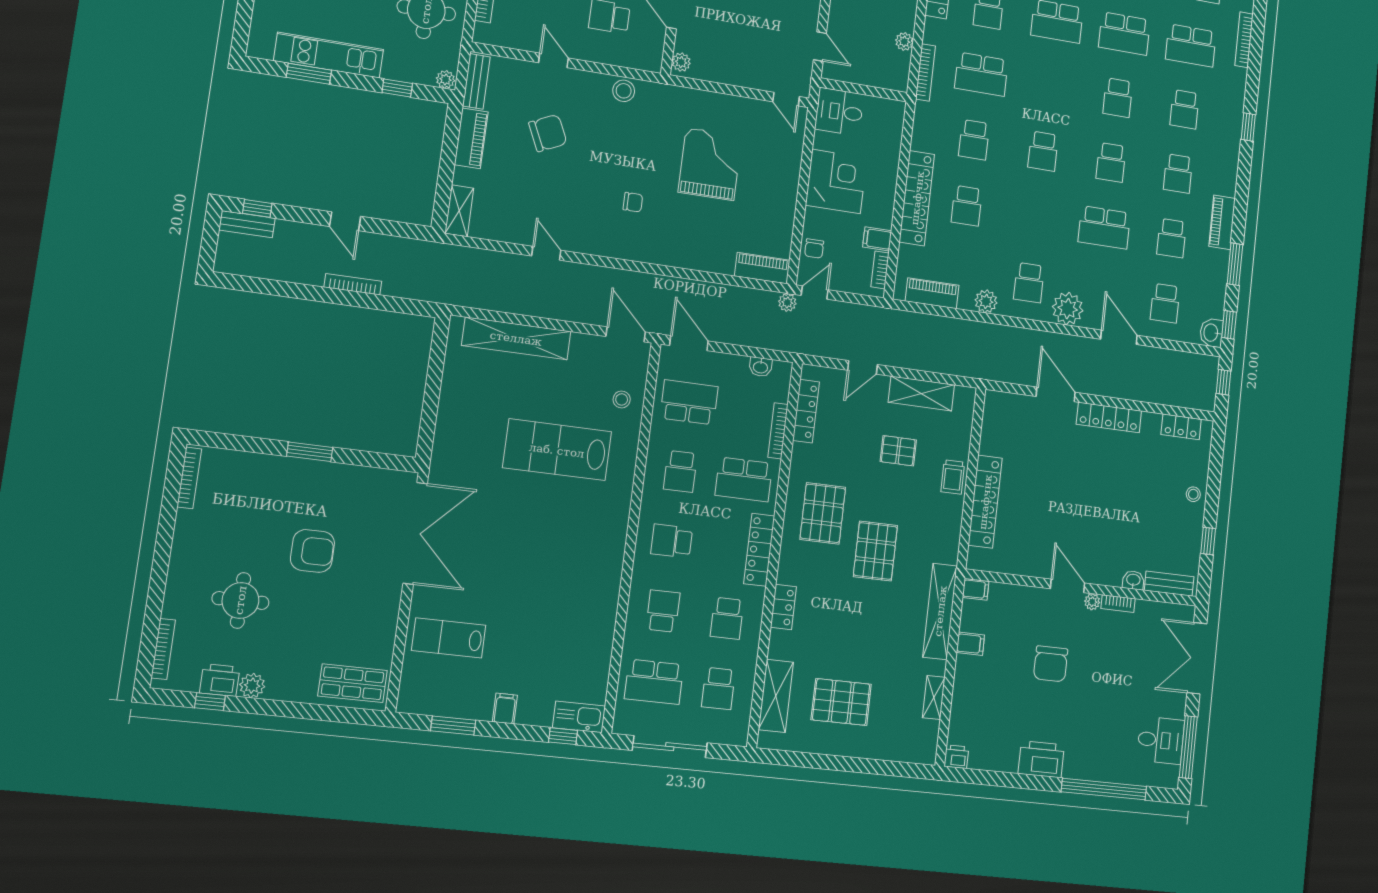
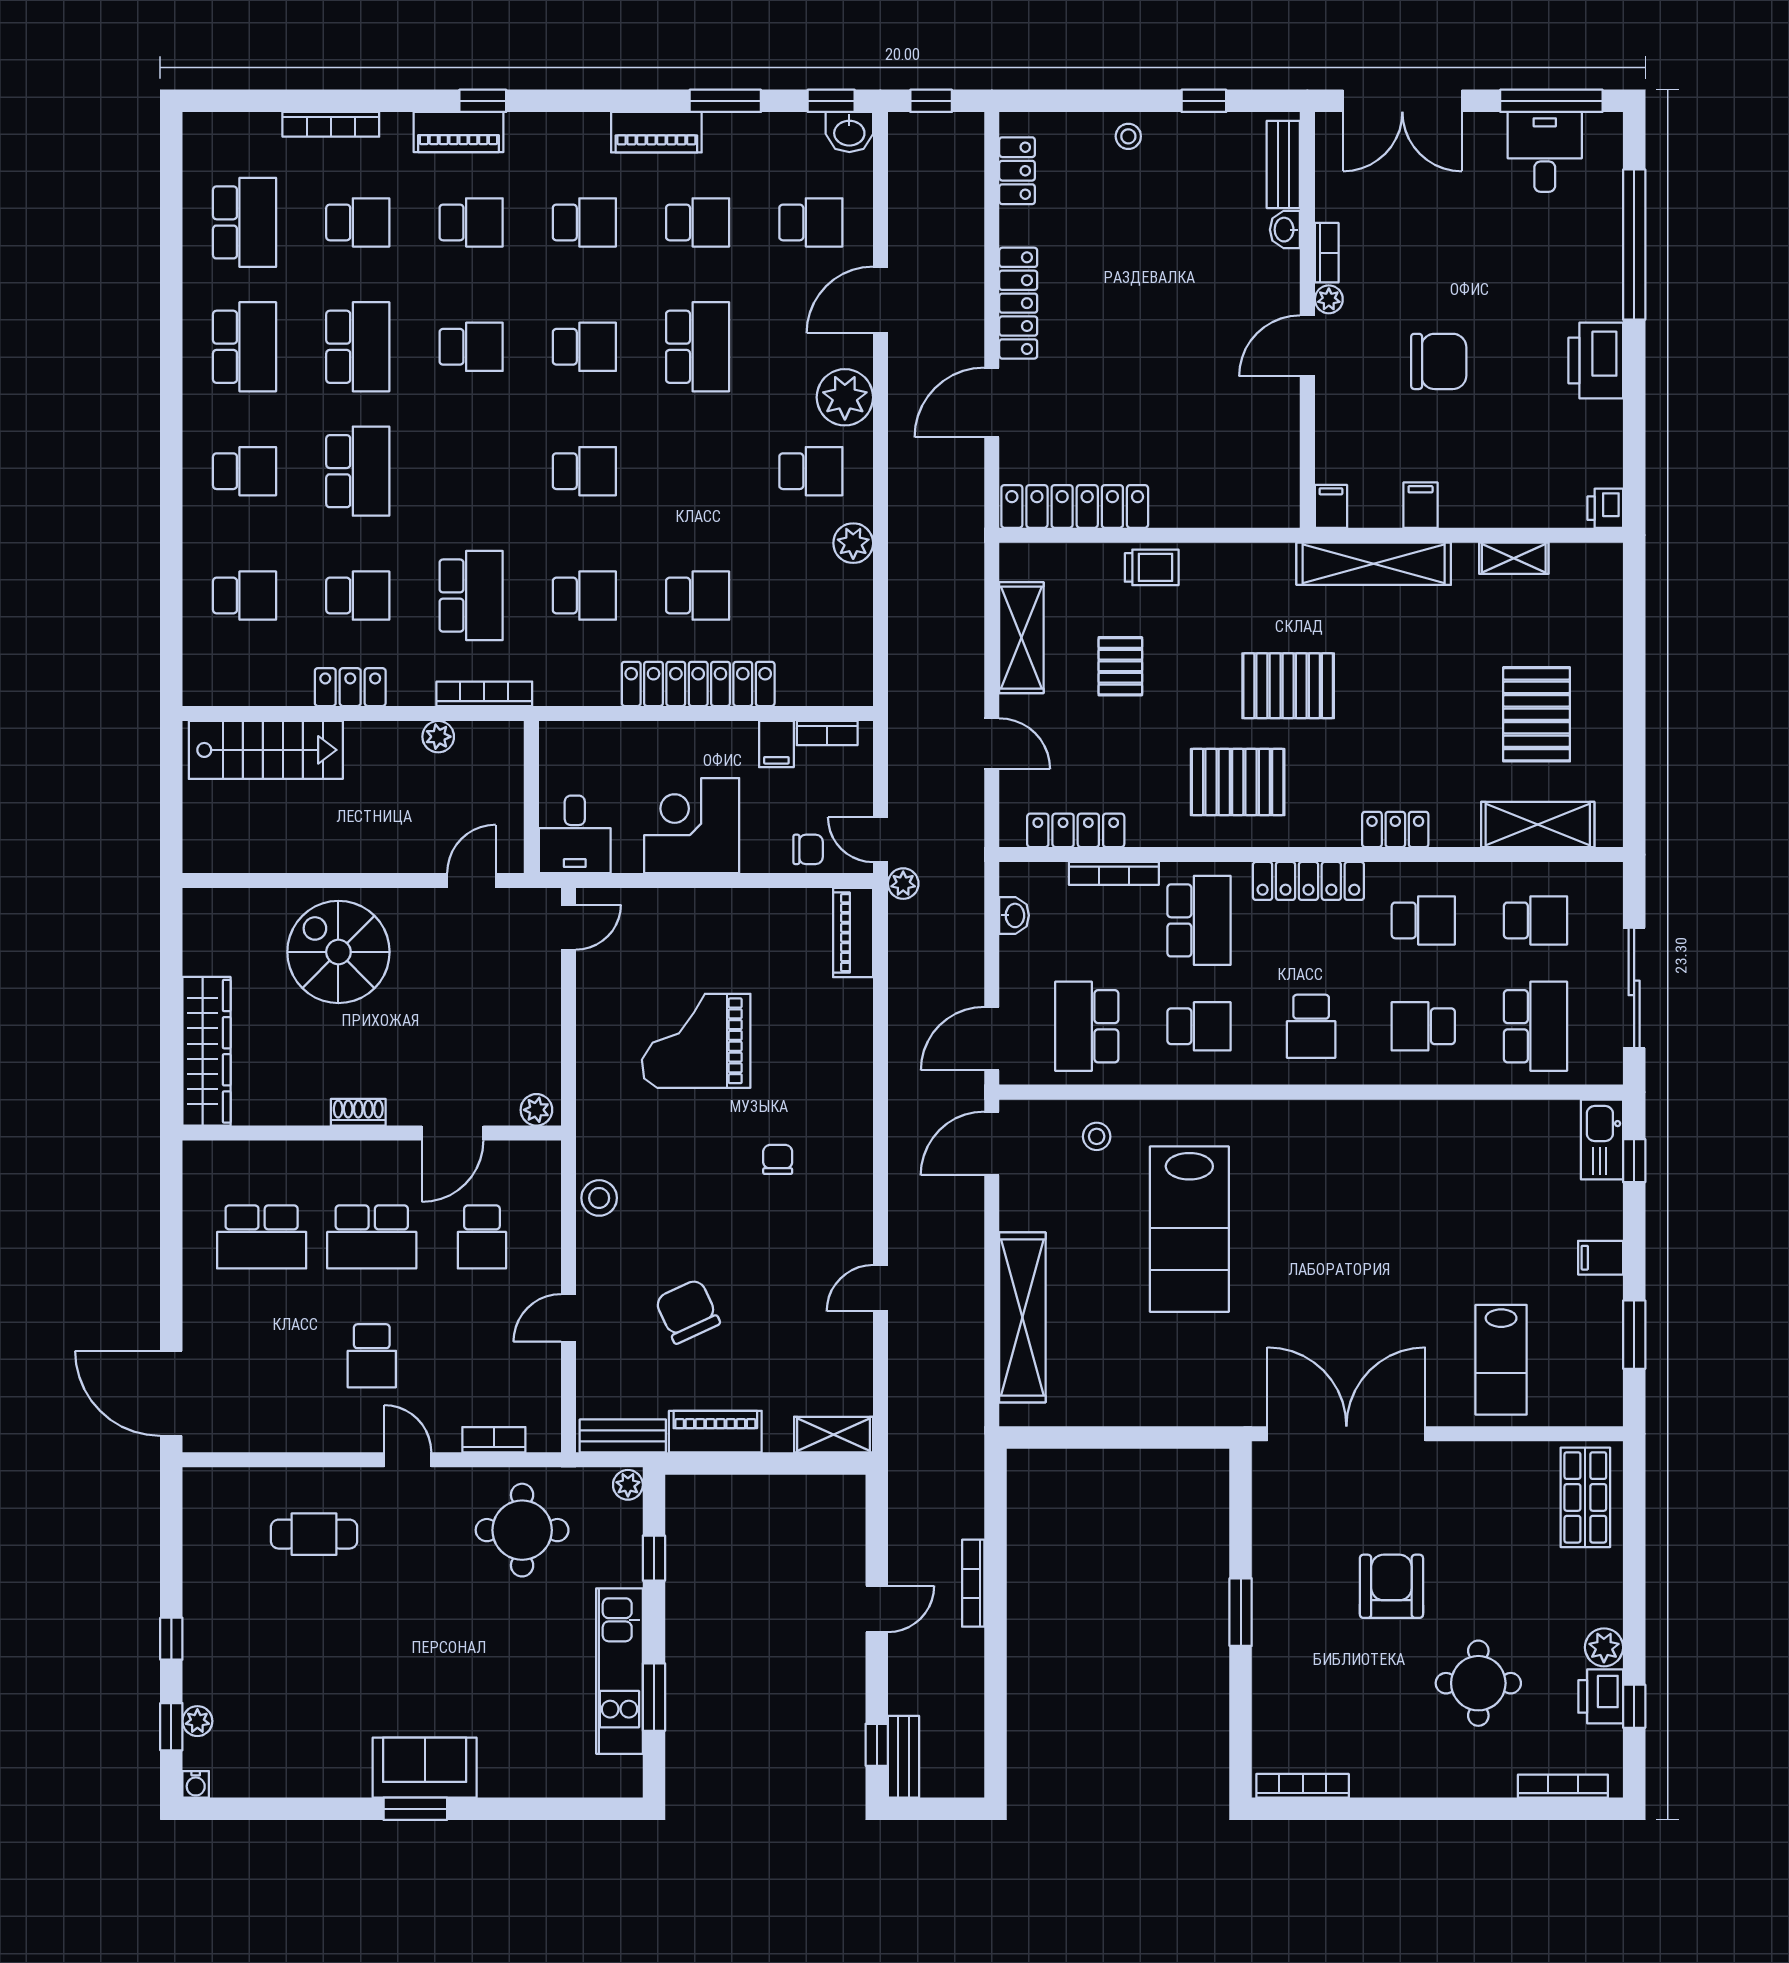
school desk: (1191, 46) -> (358, 222), width x0.54
piano: (932, 293) -> (459, 132), moved, turned -90
locker: (985, 502) -> (1075, 506), moved

